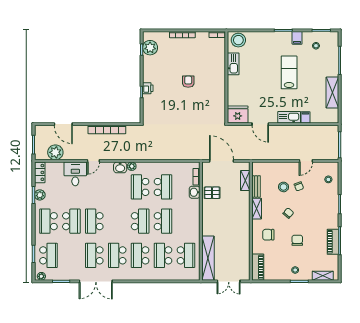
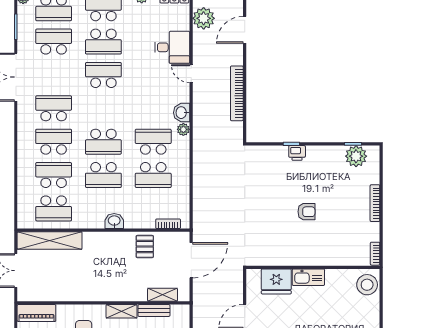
kitchen sink: (233, 64) -> (308, 277), moved
fridge: (238, 115) -> (276, 281), moved, turned 90
washbasin: (195, 192) -> (114, 221), moved
school desk: (94, 255) -> (54, 42), moved

